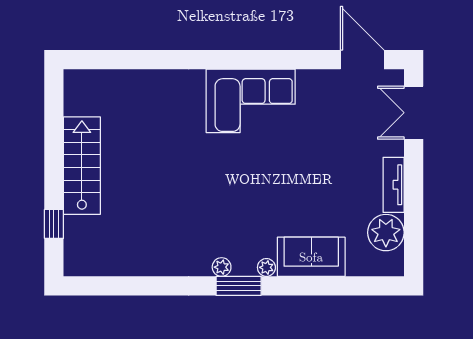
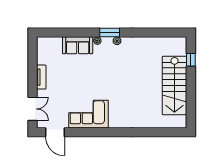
corner sofa: (251, 101) -> (89, 114), moved
stairs: (82, 166) -> (174, 86), width x1.36, depth x1.51
plant: (386, 233) -> (45, 56), removed

